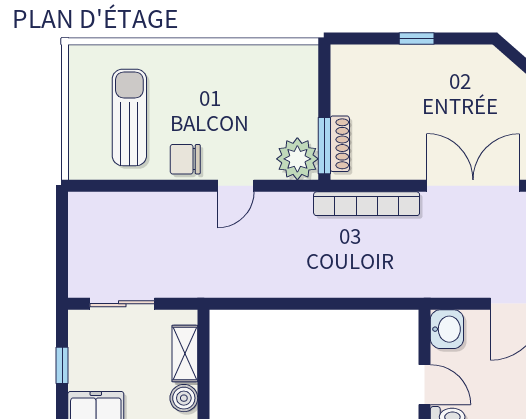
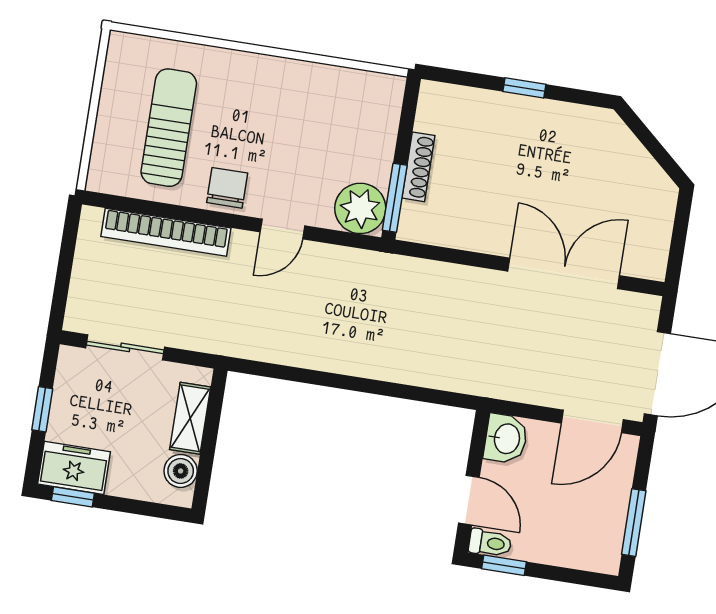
shoe rack: (340, 144) -> (418, 167), moved
chair: (185, 159) -> (227, 188), turned 90
bookcase: (367, 204) -> (166, 232), moved

